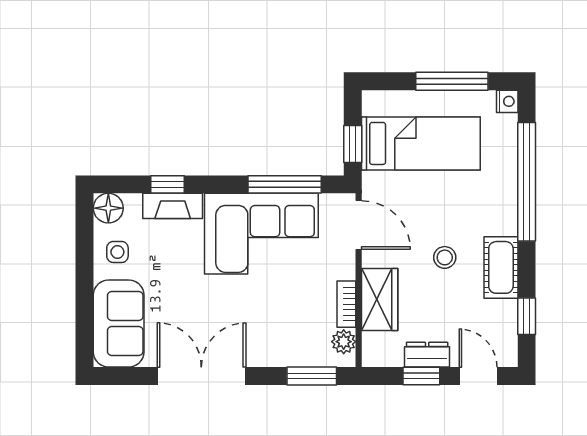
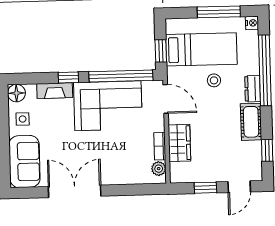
window: (168, 184) -> (68, 77), moved
window: (285, 184) -> (121, 76), width x1.46
stool: (445, 257) -> (214, 80), moved
dresser: (427, 355) -> (253, 89), moved, turned -90
window: (312, 376) -> (140, 190), removed
door: (478, 376) -> (239, 187), swing flipped

